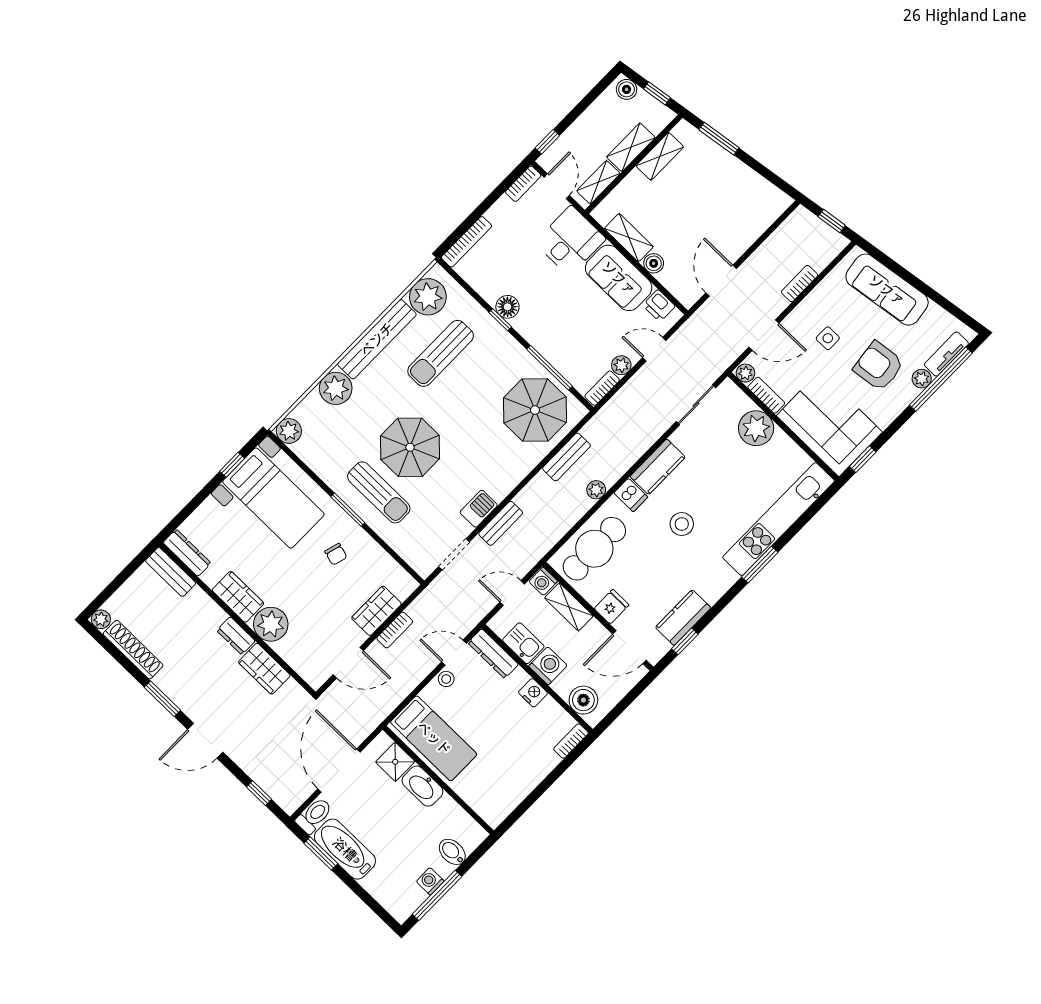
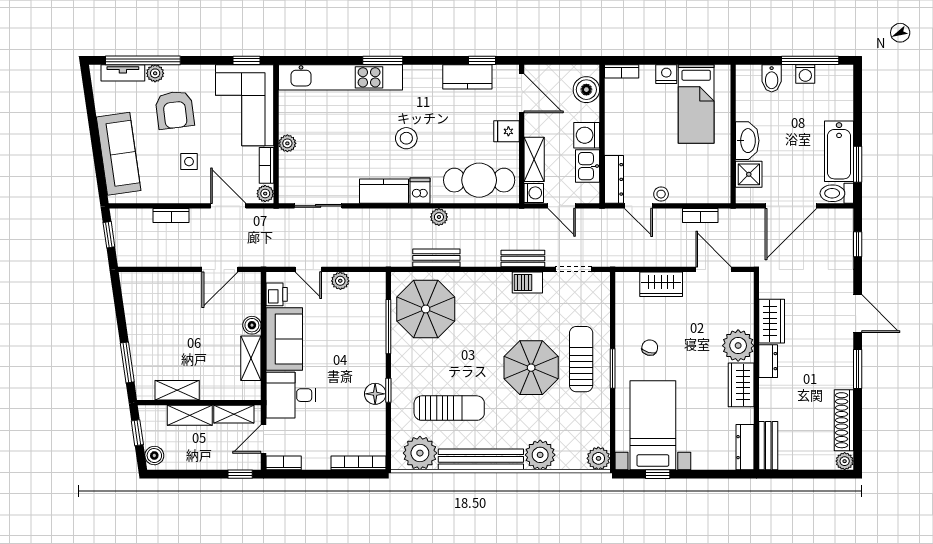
bookcase: (602, 388) -> (368, 279), removed
plant: (756, 428) -> (287, 143), width x0.53, depth x0.53
bookcase: (395, 630) -> (700, 215), moved, turned 180
nightstand: (533, 693) -> (666, 74), moved, turned 90
bed: (434, 738) -> (696, 104), moved, turned 180

